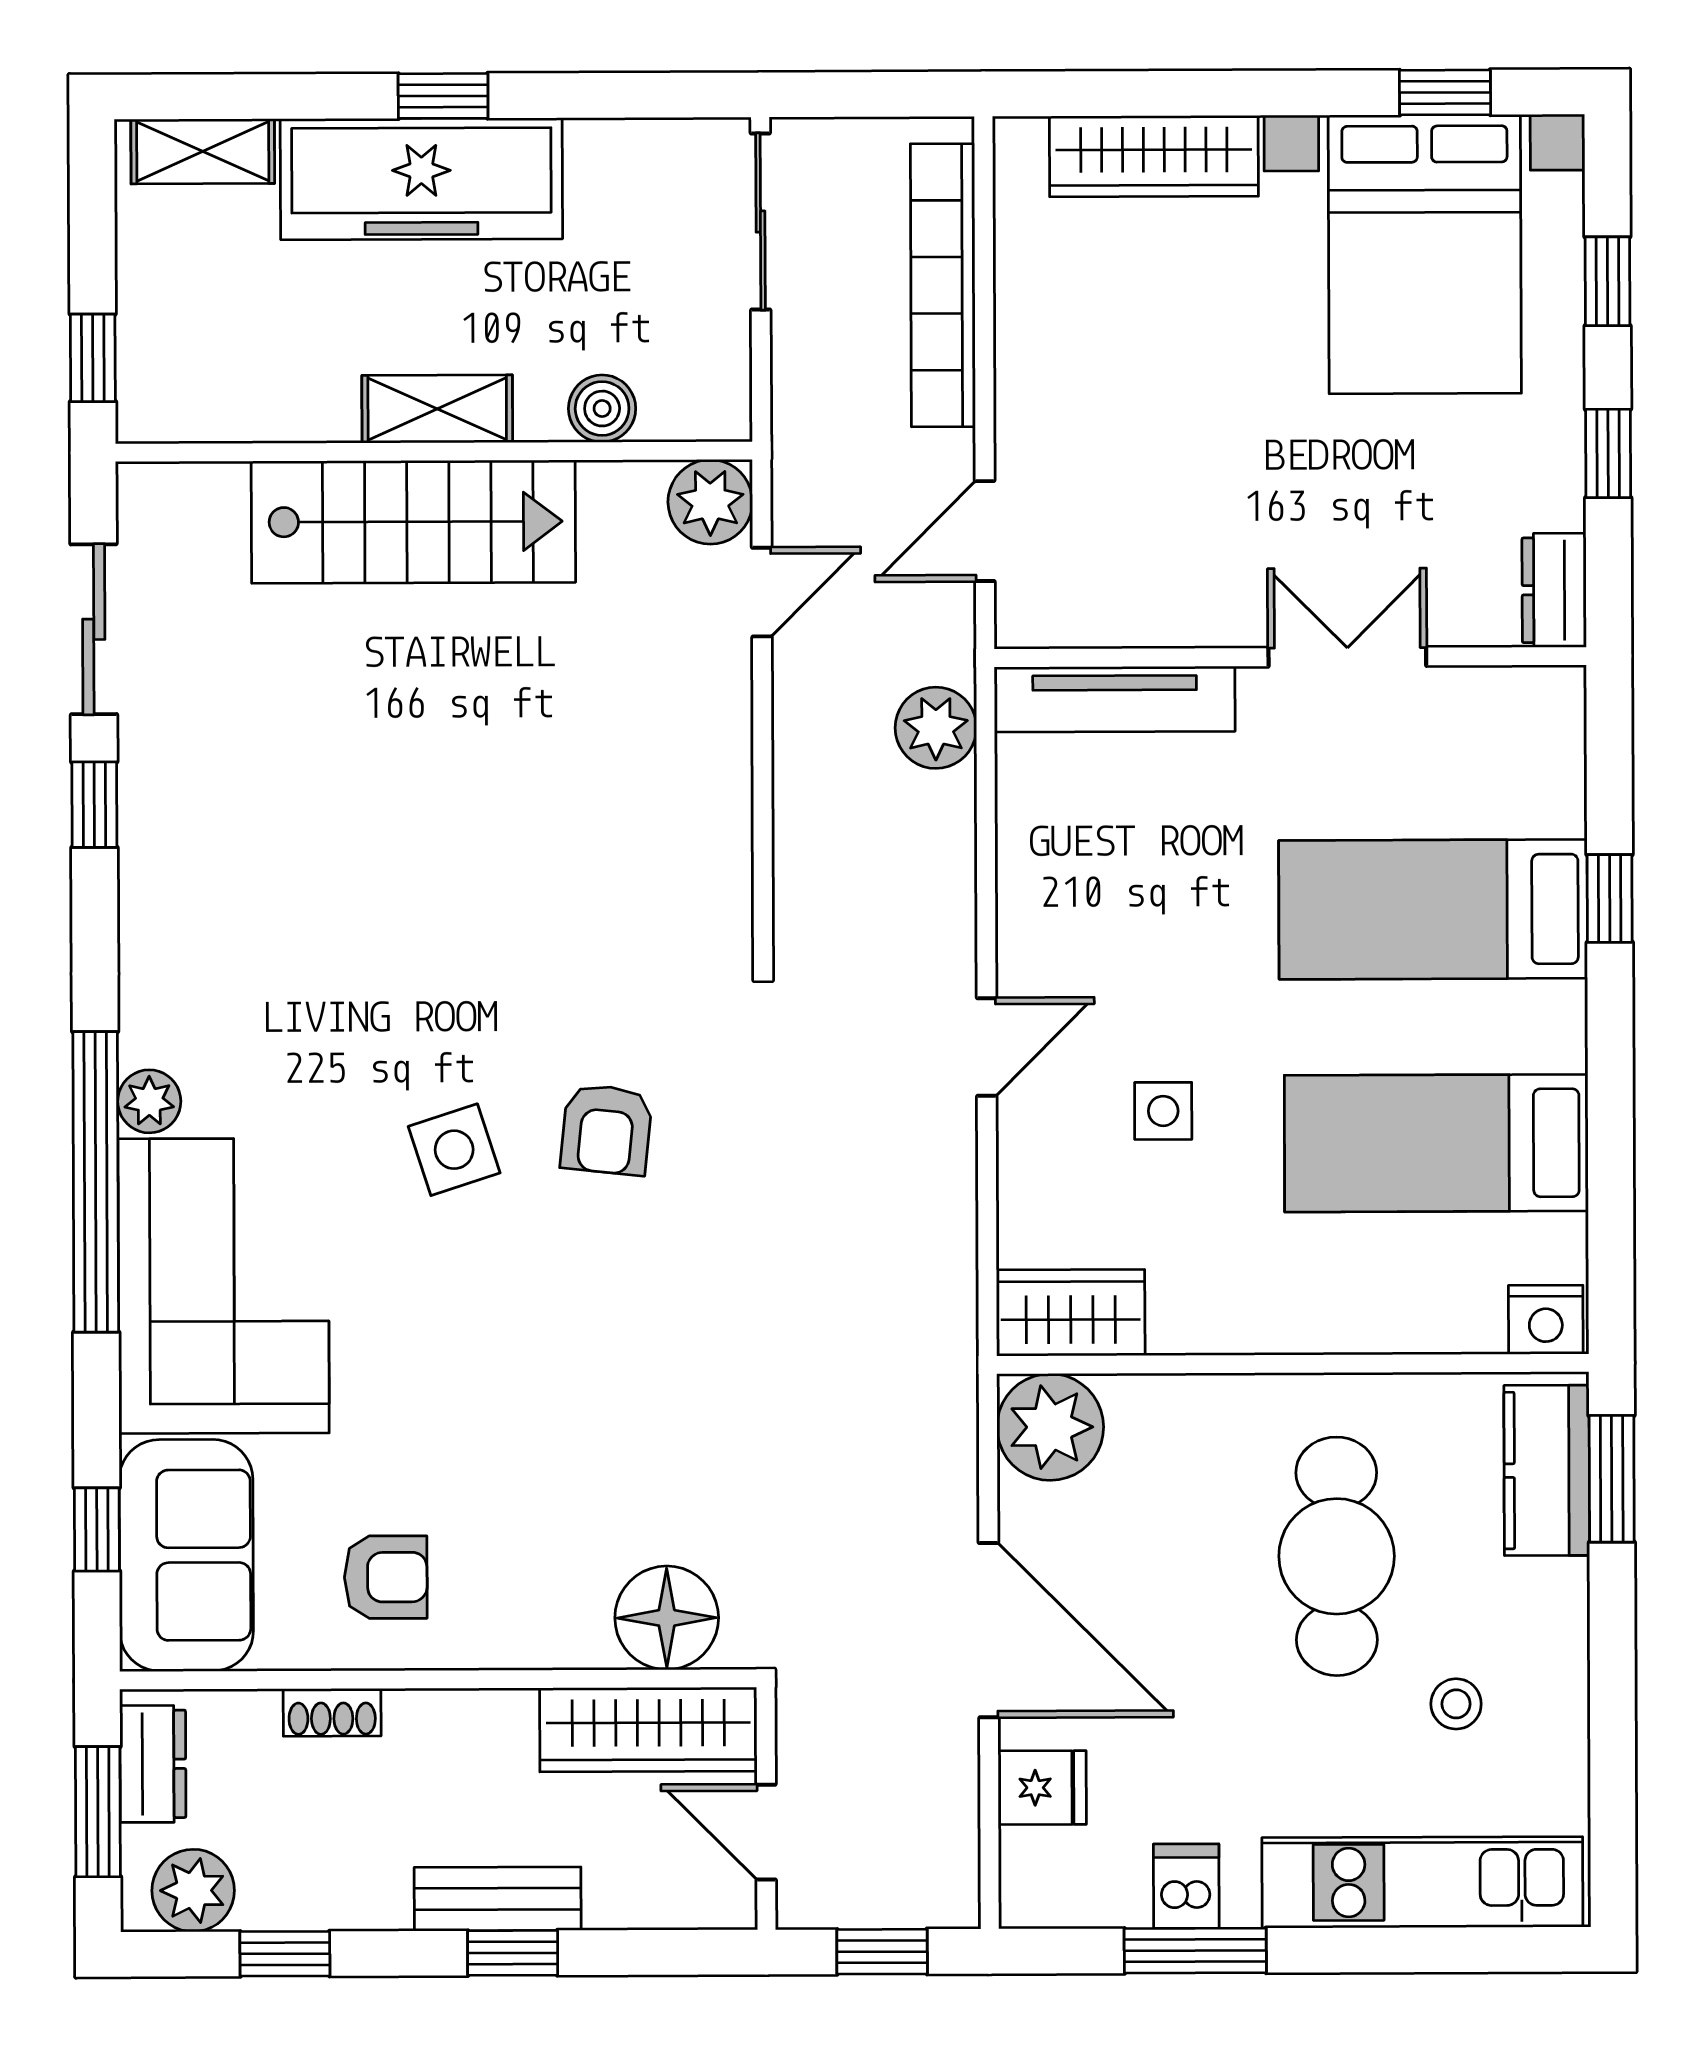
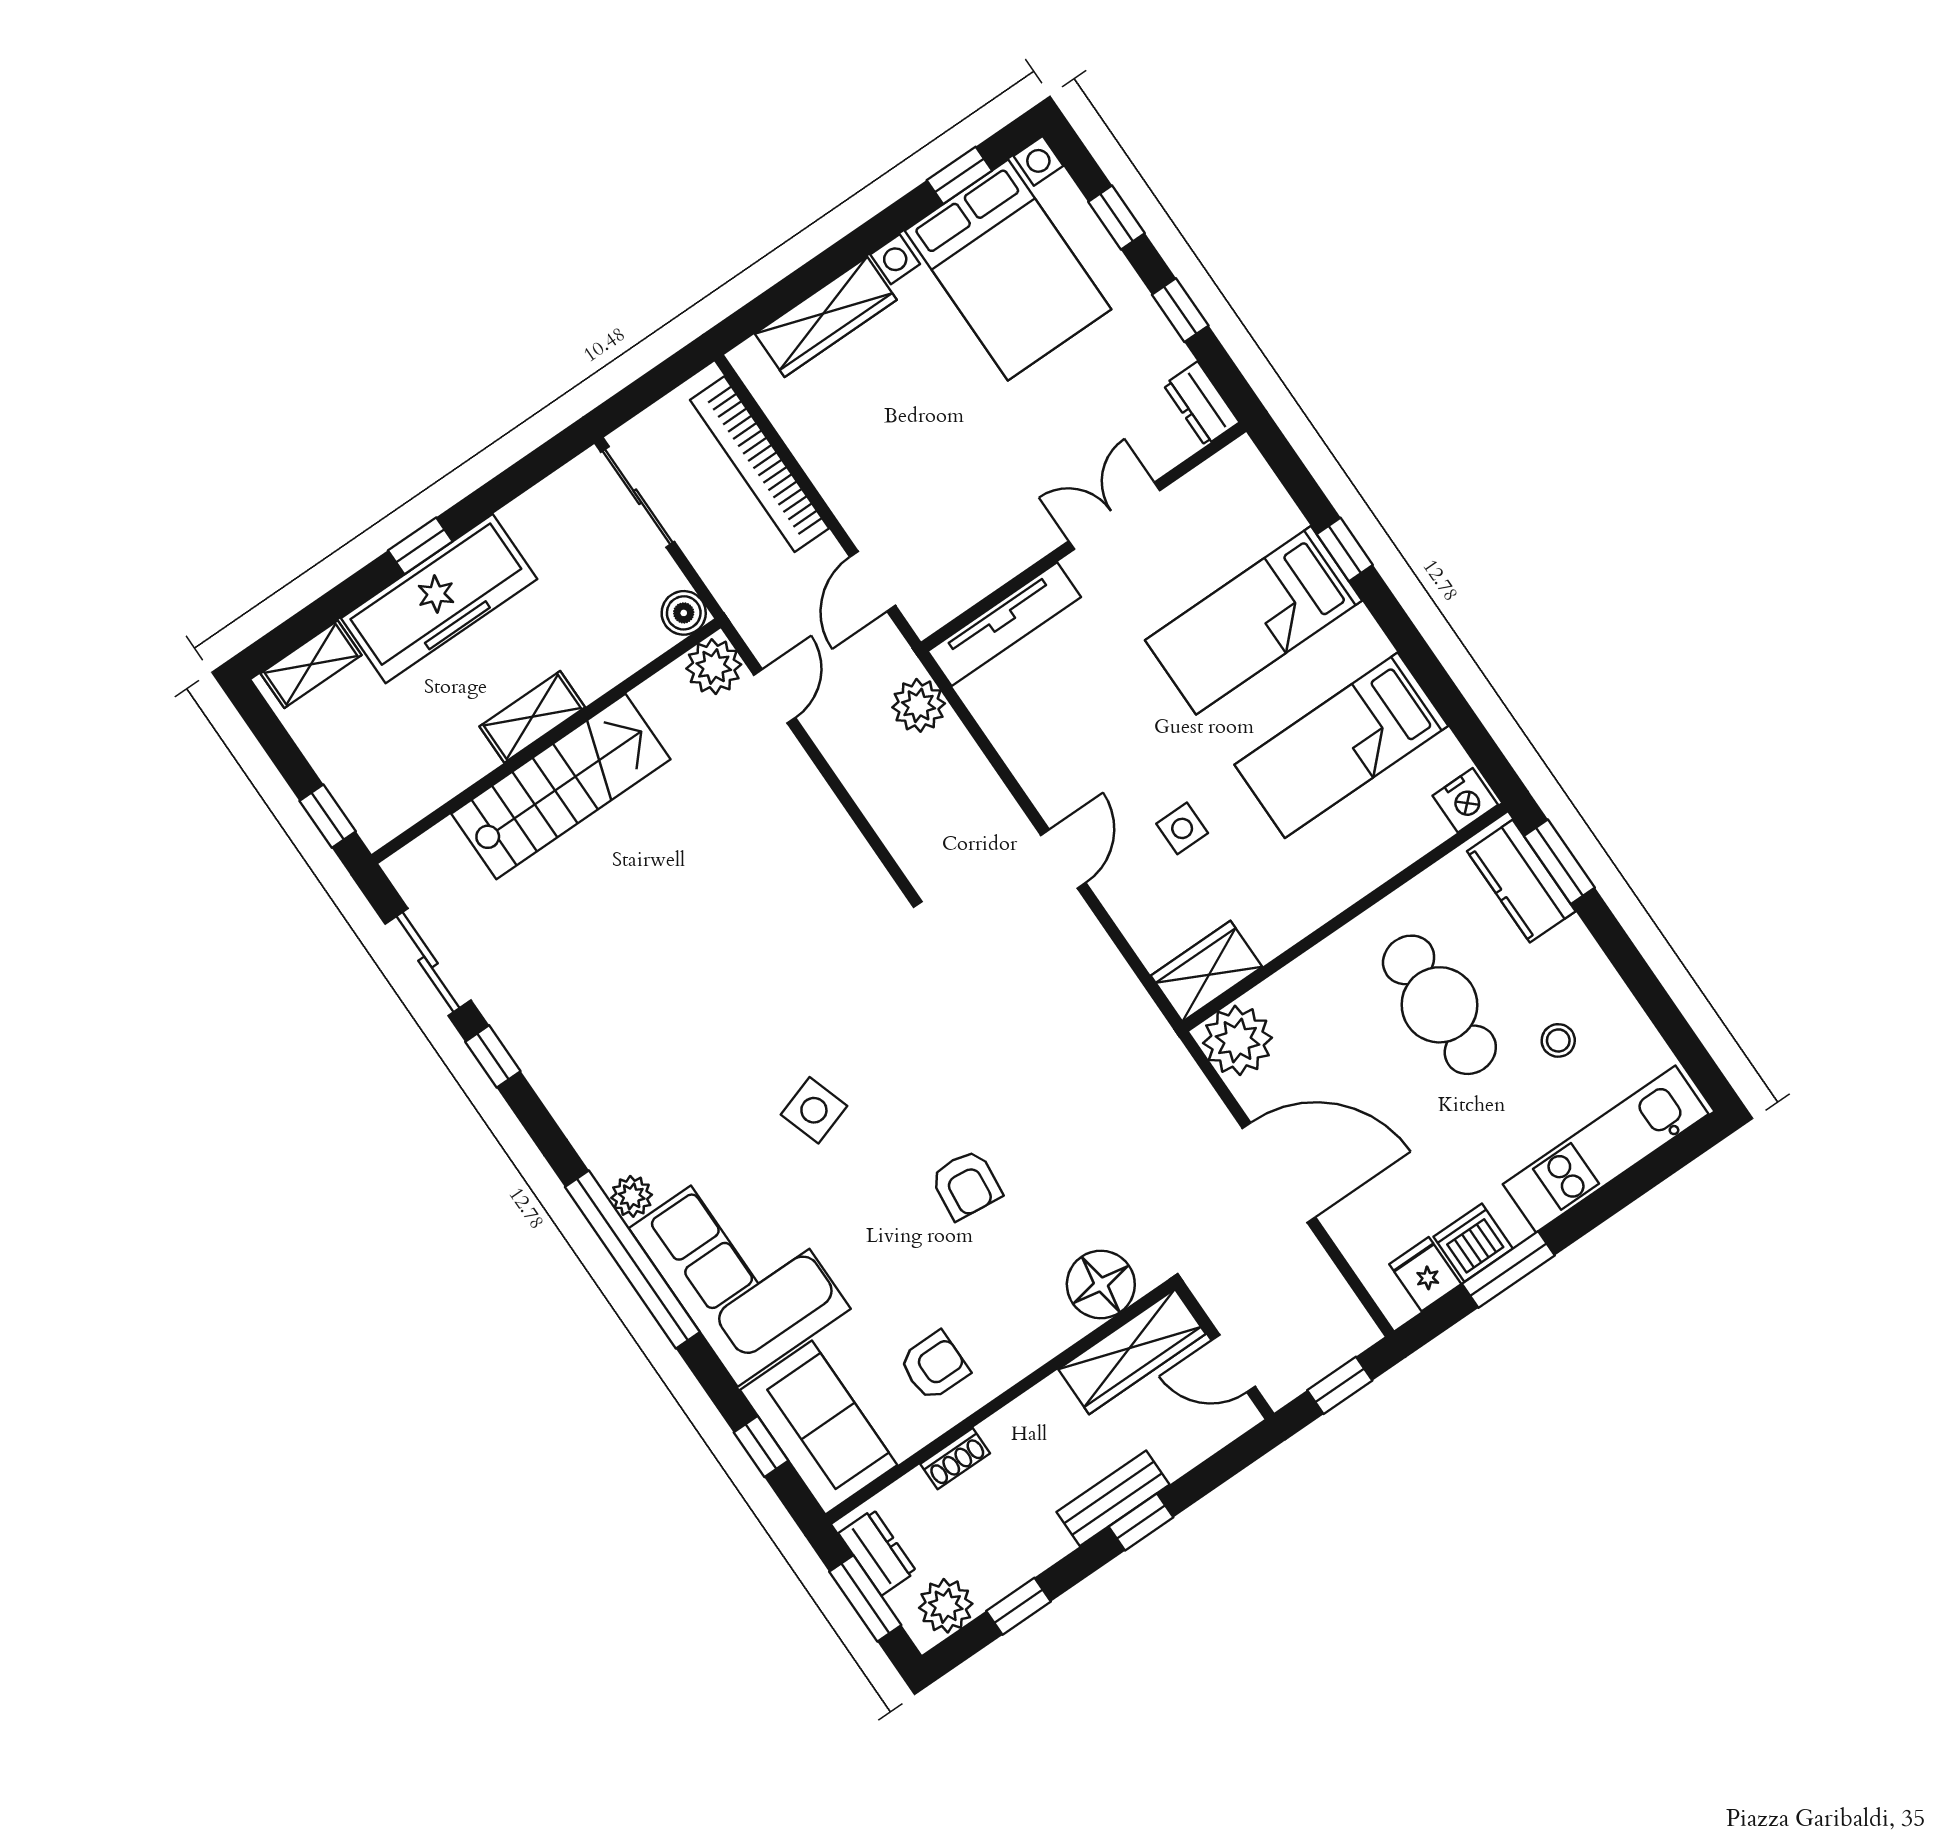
boiler: (602, 409) -> (684, 613), moved
armchair: (606, 1129) -> (966, 1185), moved
fridge: (1042, 1788) -> (1425, 1274), moved, turned -90
dishwasher: (1186, 1886) -> (1473, 1243), width x1.38

